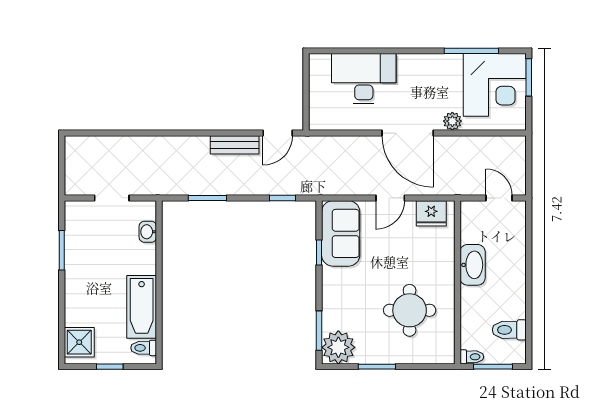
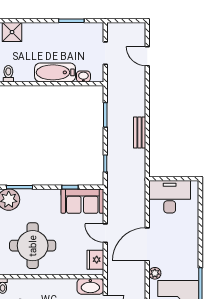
desk: (364, 79) -> (170, 197), moved, turned -90
door: (278, 133) -> (147, 56), moved
washbasin: (473, 265) -> (90, 286), moved
bathtub: (142, 307) -> (55, 72), moved
round table: (410, 310) -> (33, 246), width x1.36, depth x1.36

